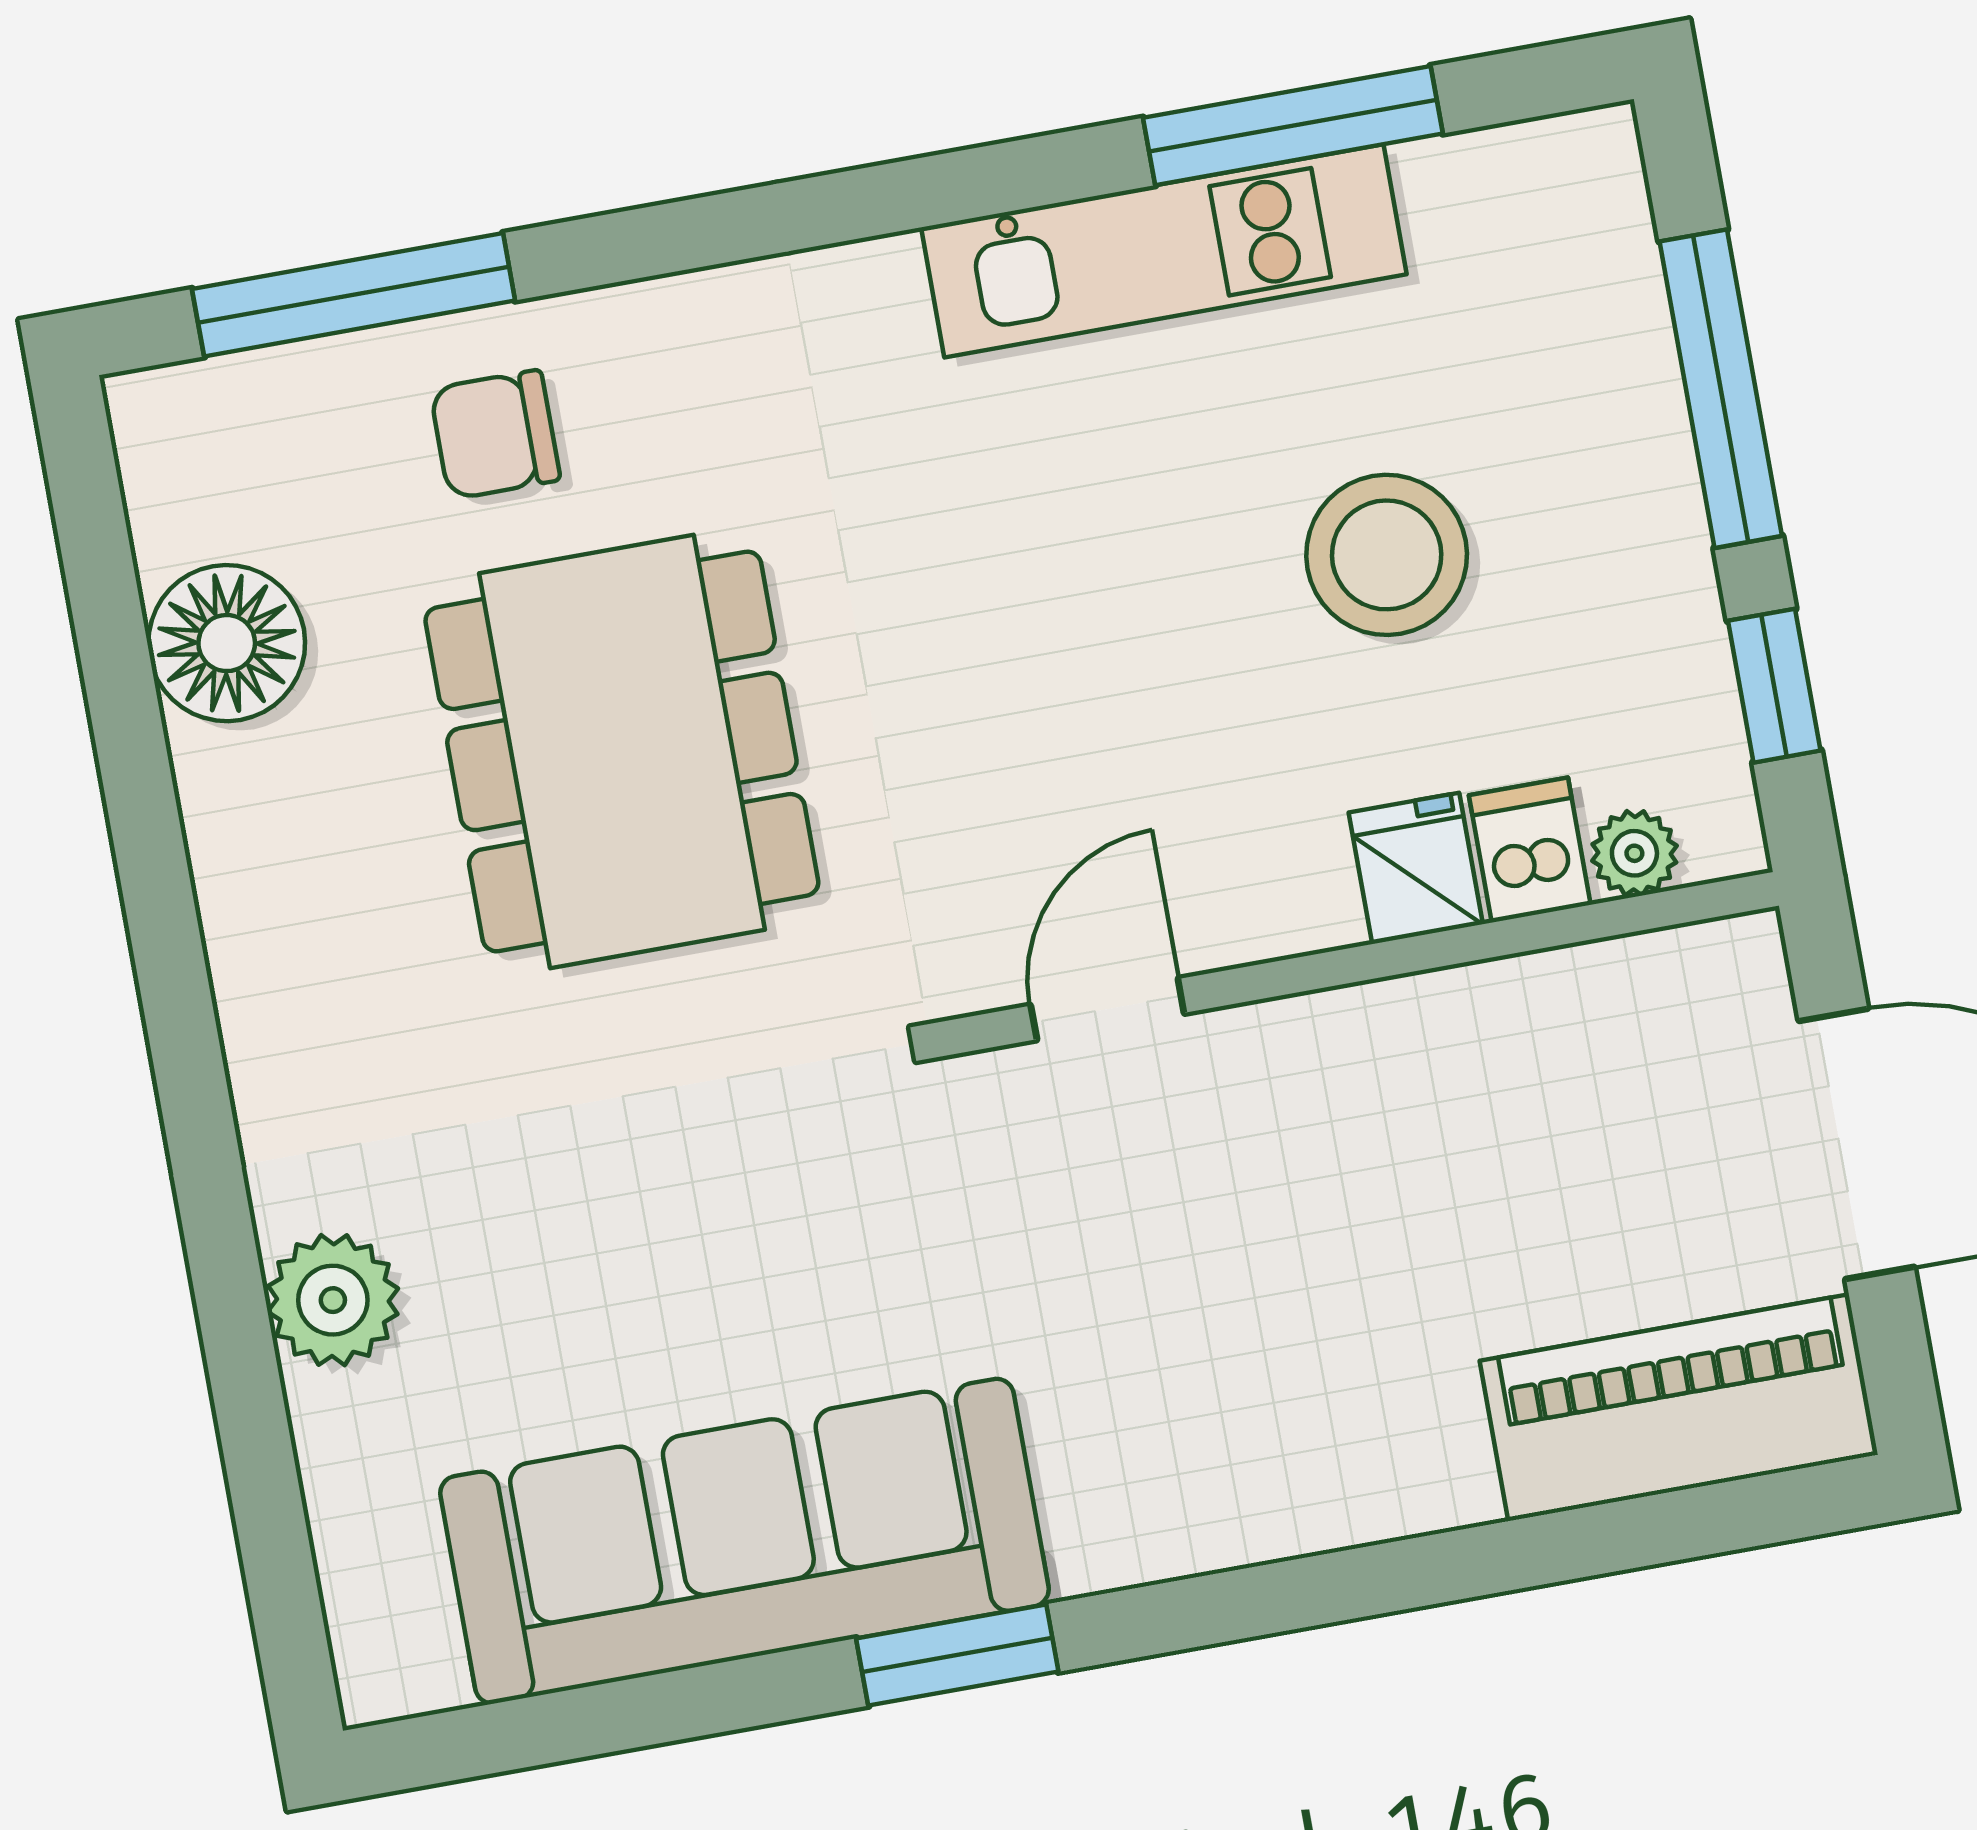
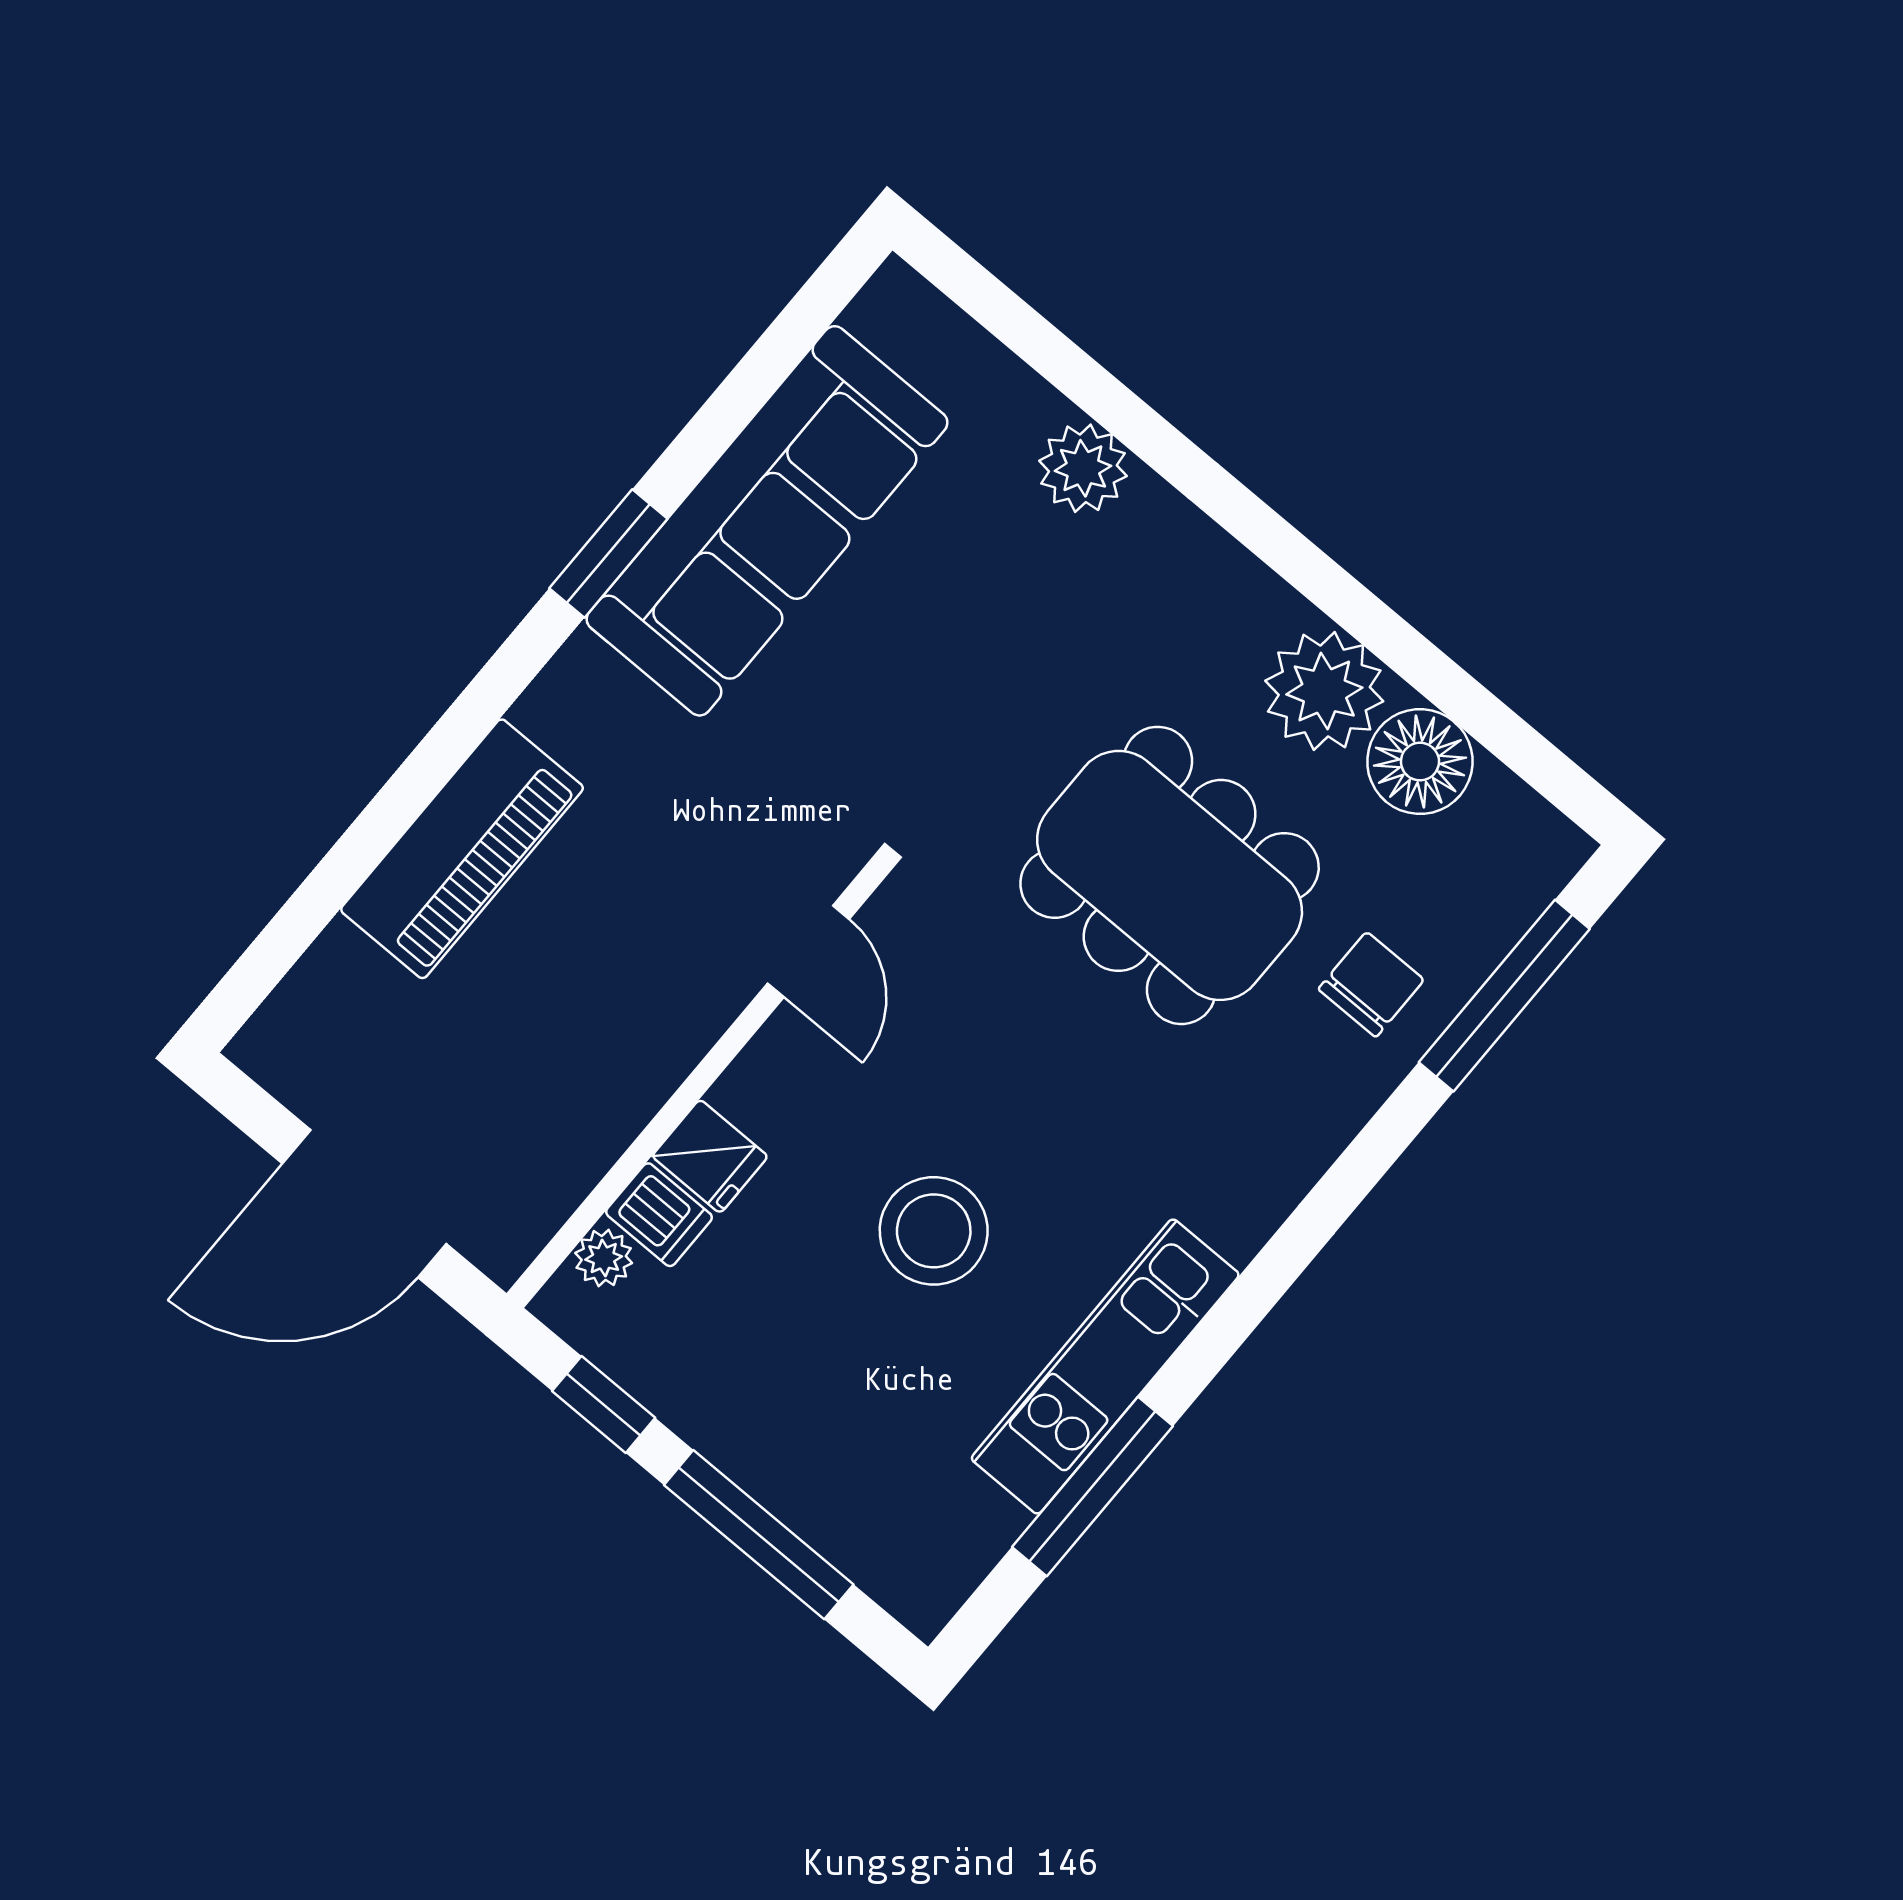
stool: (1387, 555) -> (934, 1231), moved
plant: (269, 815) -> (1324, 691), added
piano: (1679, 1408) -> (462, 849), moved

